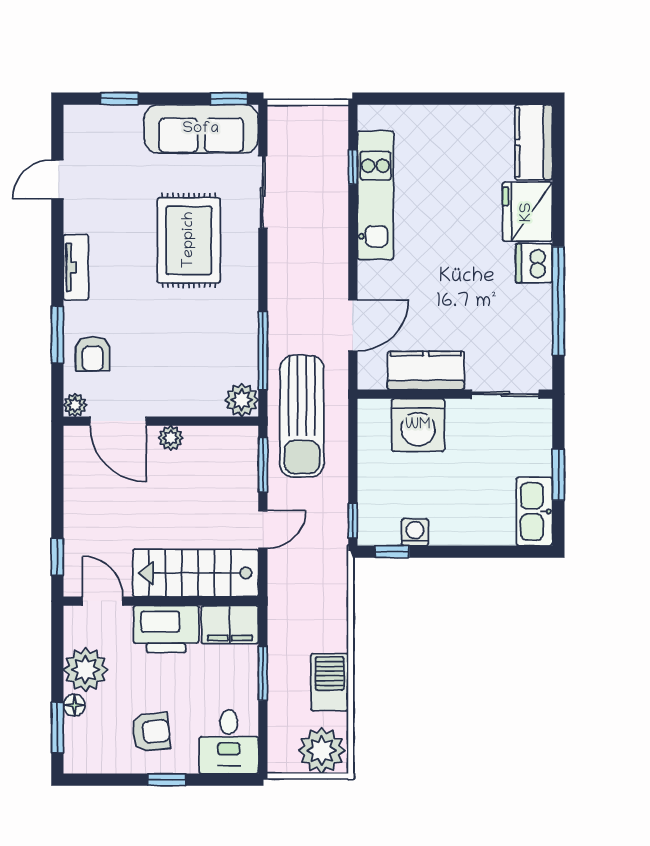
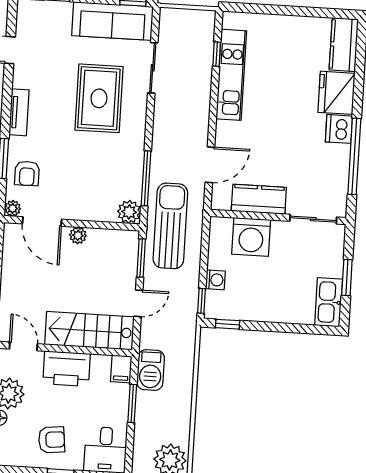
sun lounger: (302, 416) -> (170, 226), turned 180
washing machine: (415, 532) -> (215, 280), moved, turned 90
filing cabinet: (230, 625) -> (121, 369), width x0.50
barbecue: (330, 682) -> (151, 370), moved, turned 180

